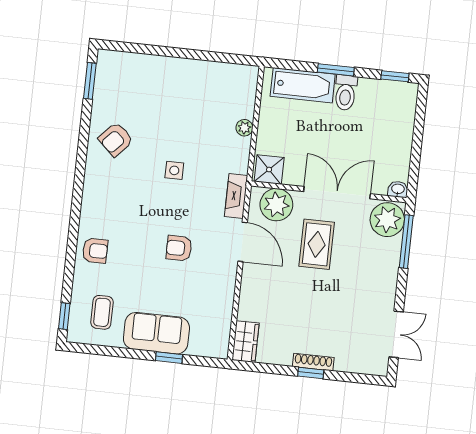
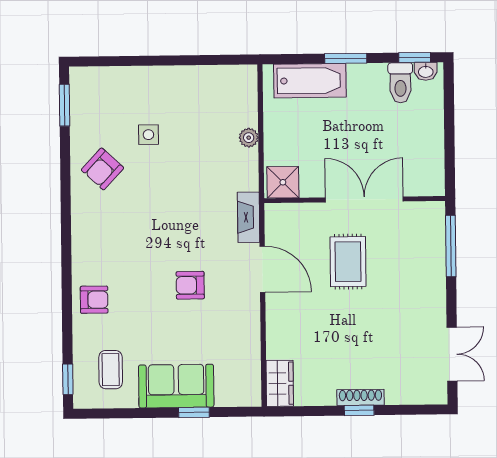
toilet: (346, 93) -> (400, 83), moved
side table: (174, 170) -> (148, 135), moved
washbasin: (398, 189) -> (426, 71), moved, turned 180
plant: (276, 205) -> (296, 222), removed
plant: (387, 220) -> (426, 223), removed

